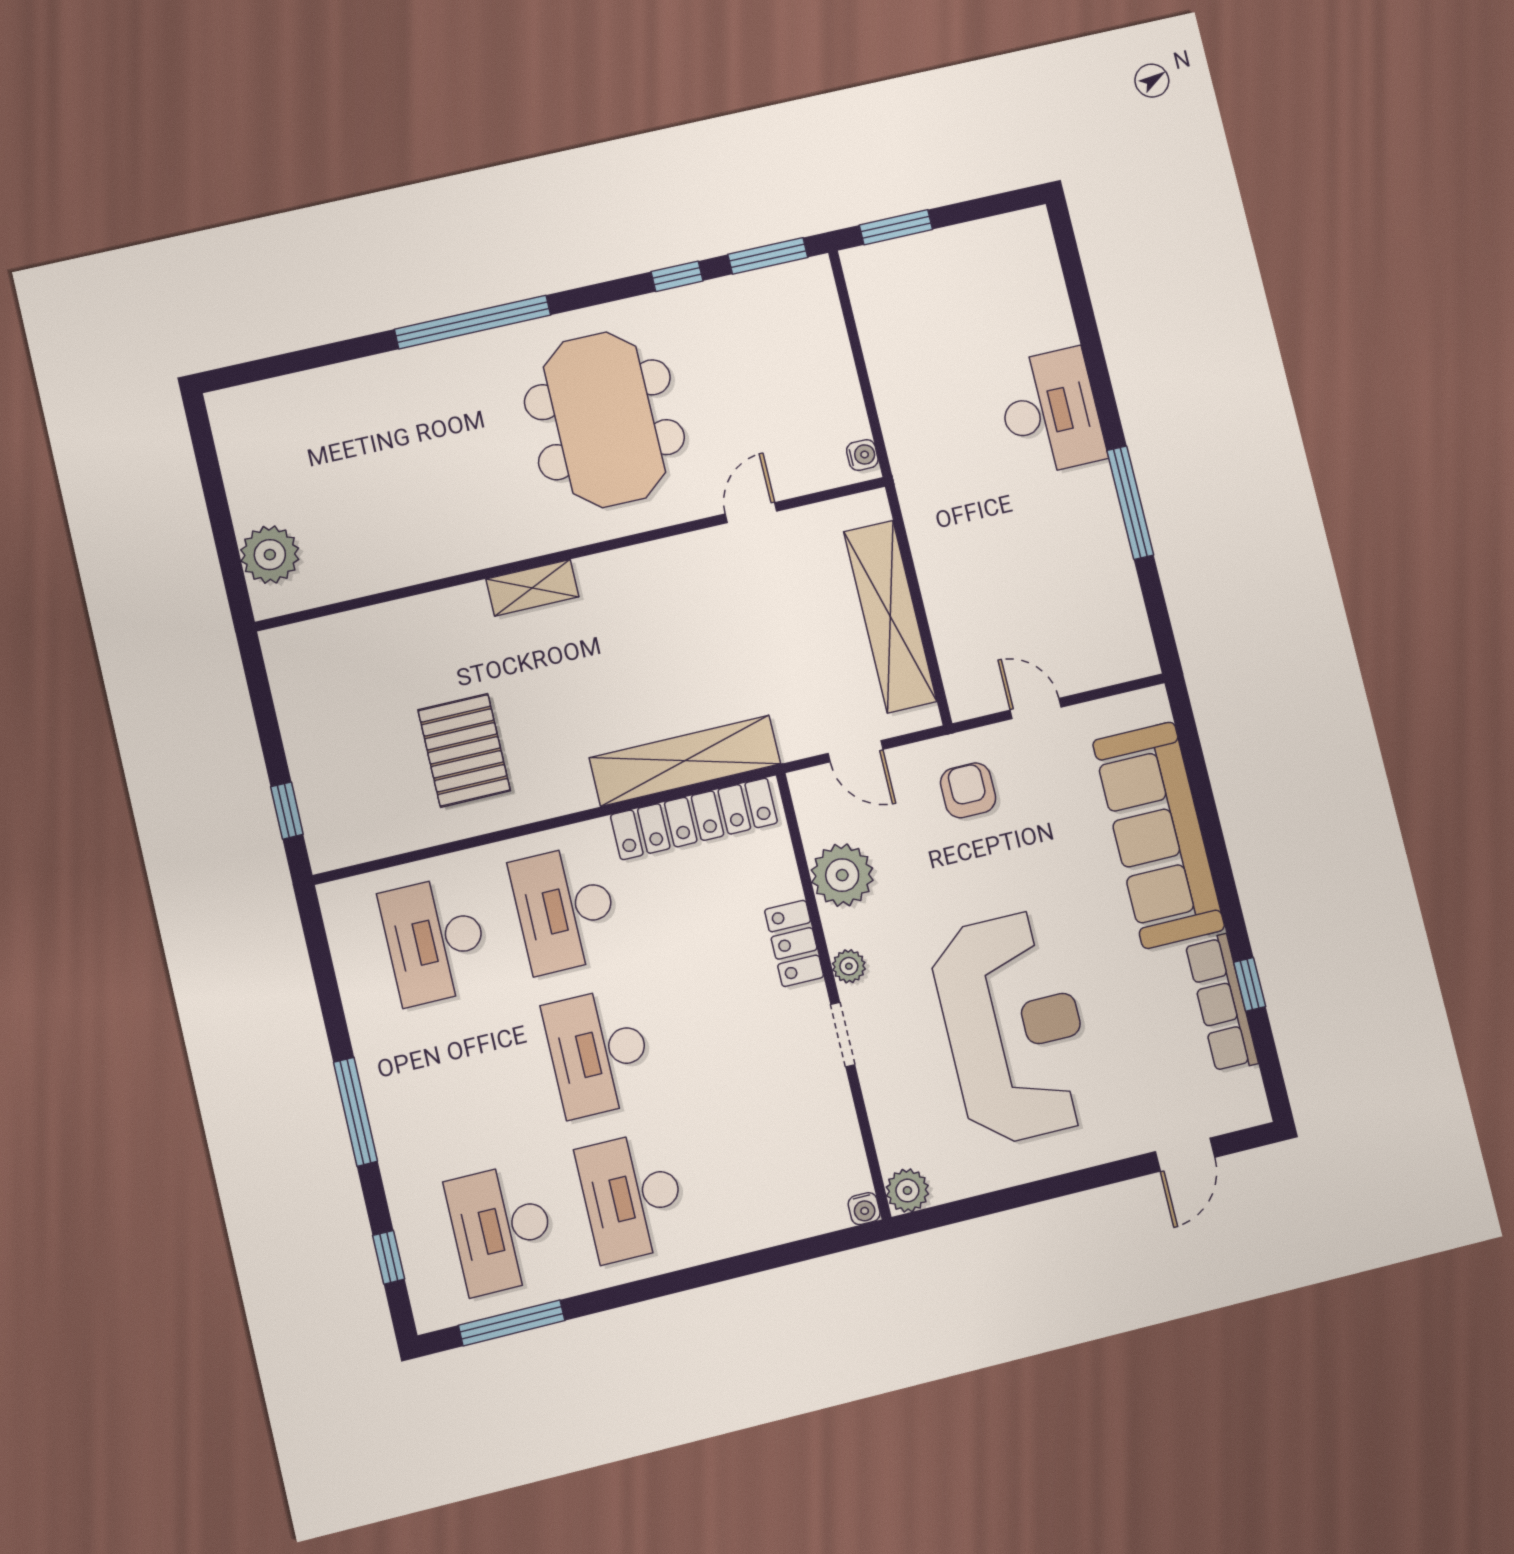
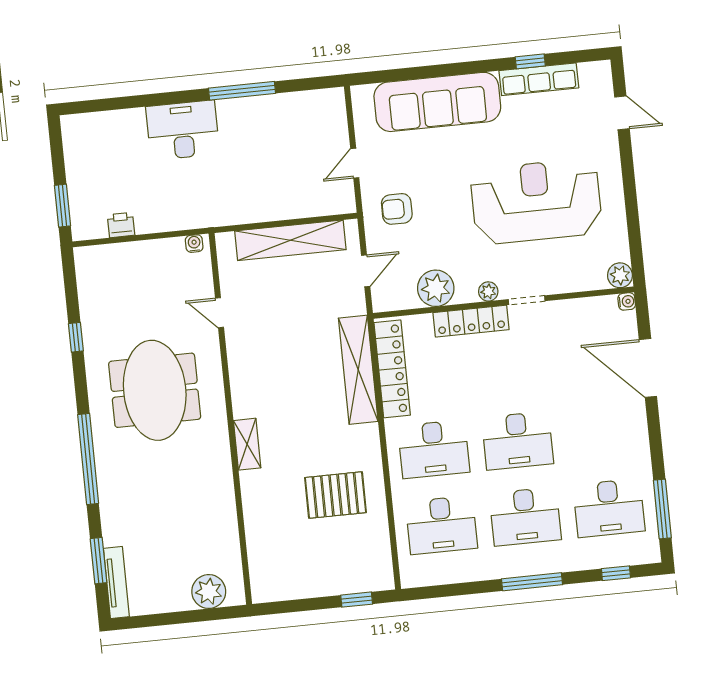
window: (768, 256) -> (99, 561), moved
printer: (877, 329) -> (121, 225), added
tv unit: (266, 396) -> (116, 582), added
meeting table: (604, 420) -> (155, 390), turned 90
locker: (794, 943) -> (471, 321), width x1.53
desk: (632, 1197) -> (525, 517), moved
door: (754, 1262) -> (648, 368), added

